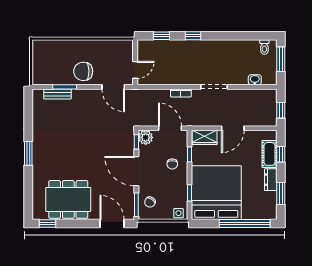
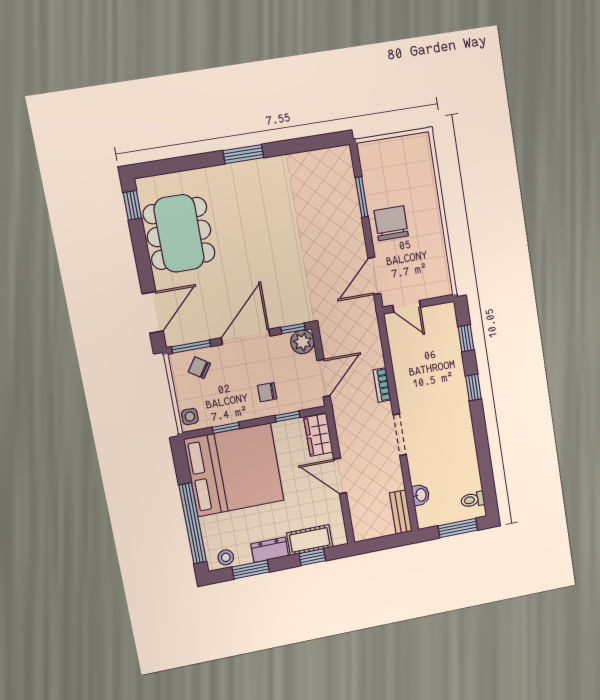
bench: (57, 94) -> (401, 512), moved
window: (281, 110) -> (380, 544), removed
stool: (270, 207) -> (226, 557), added

